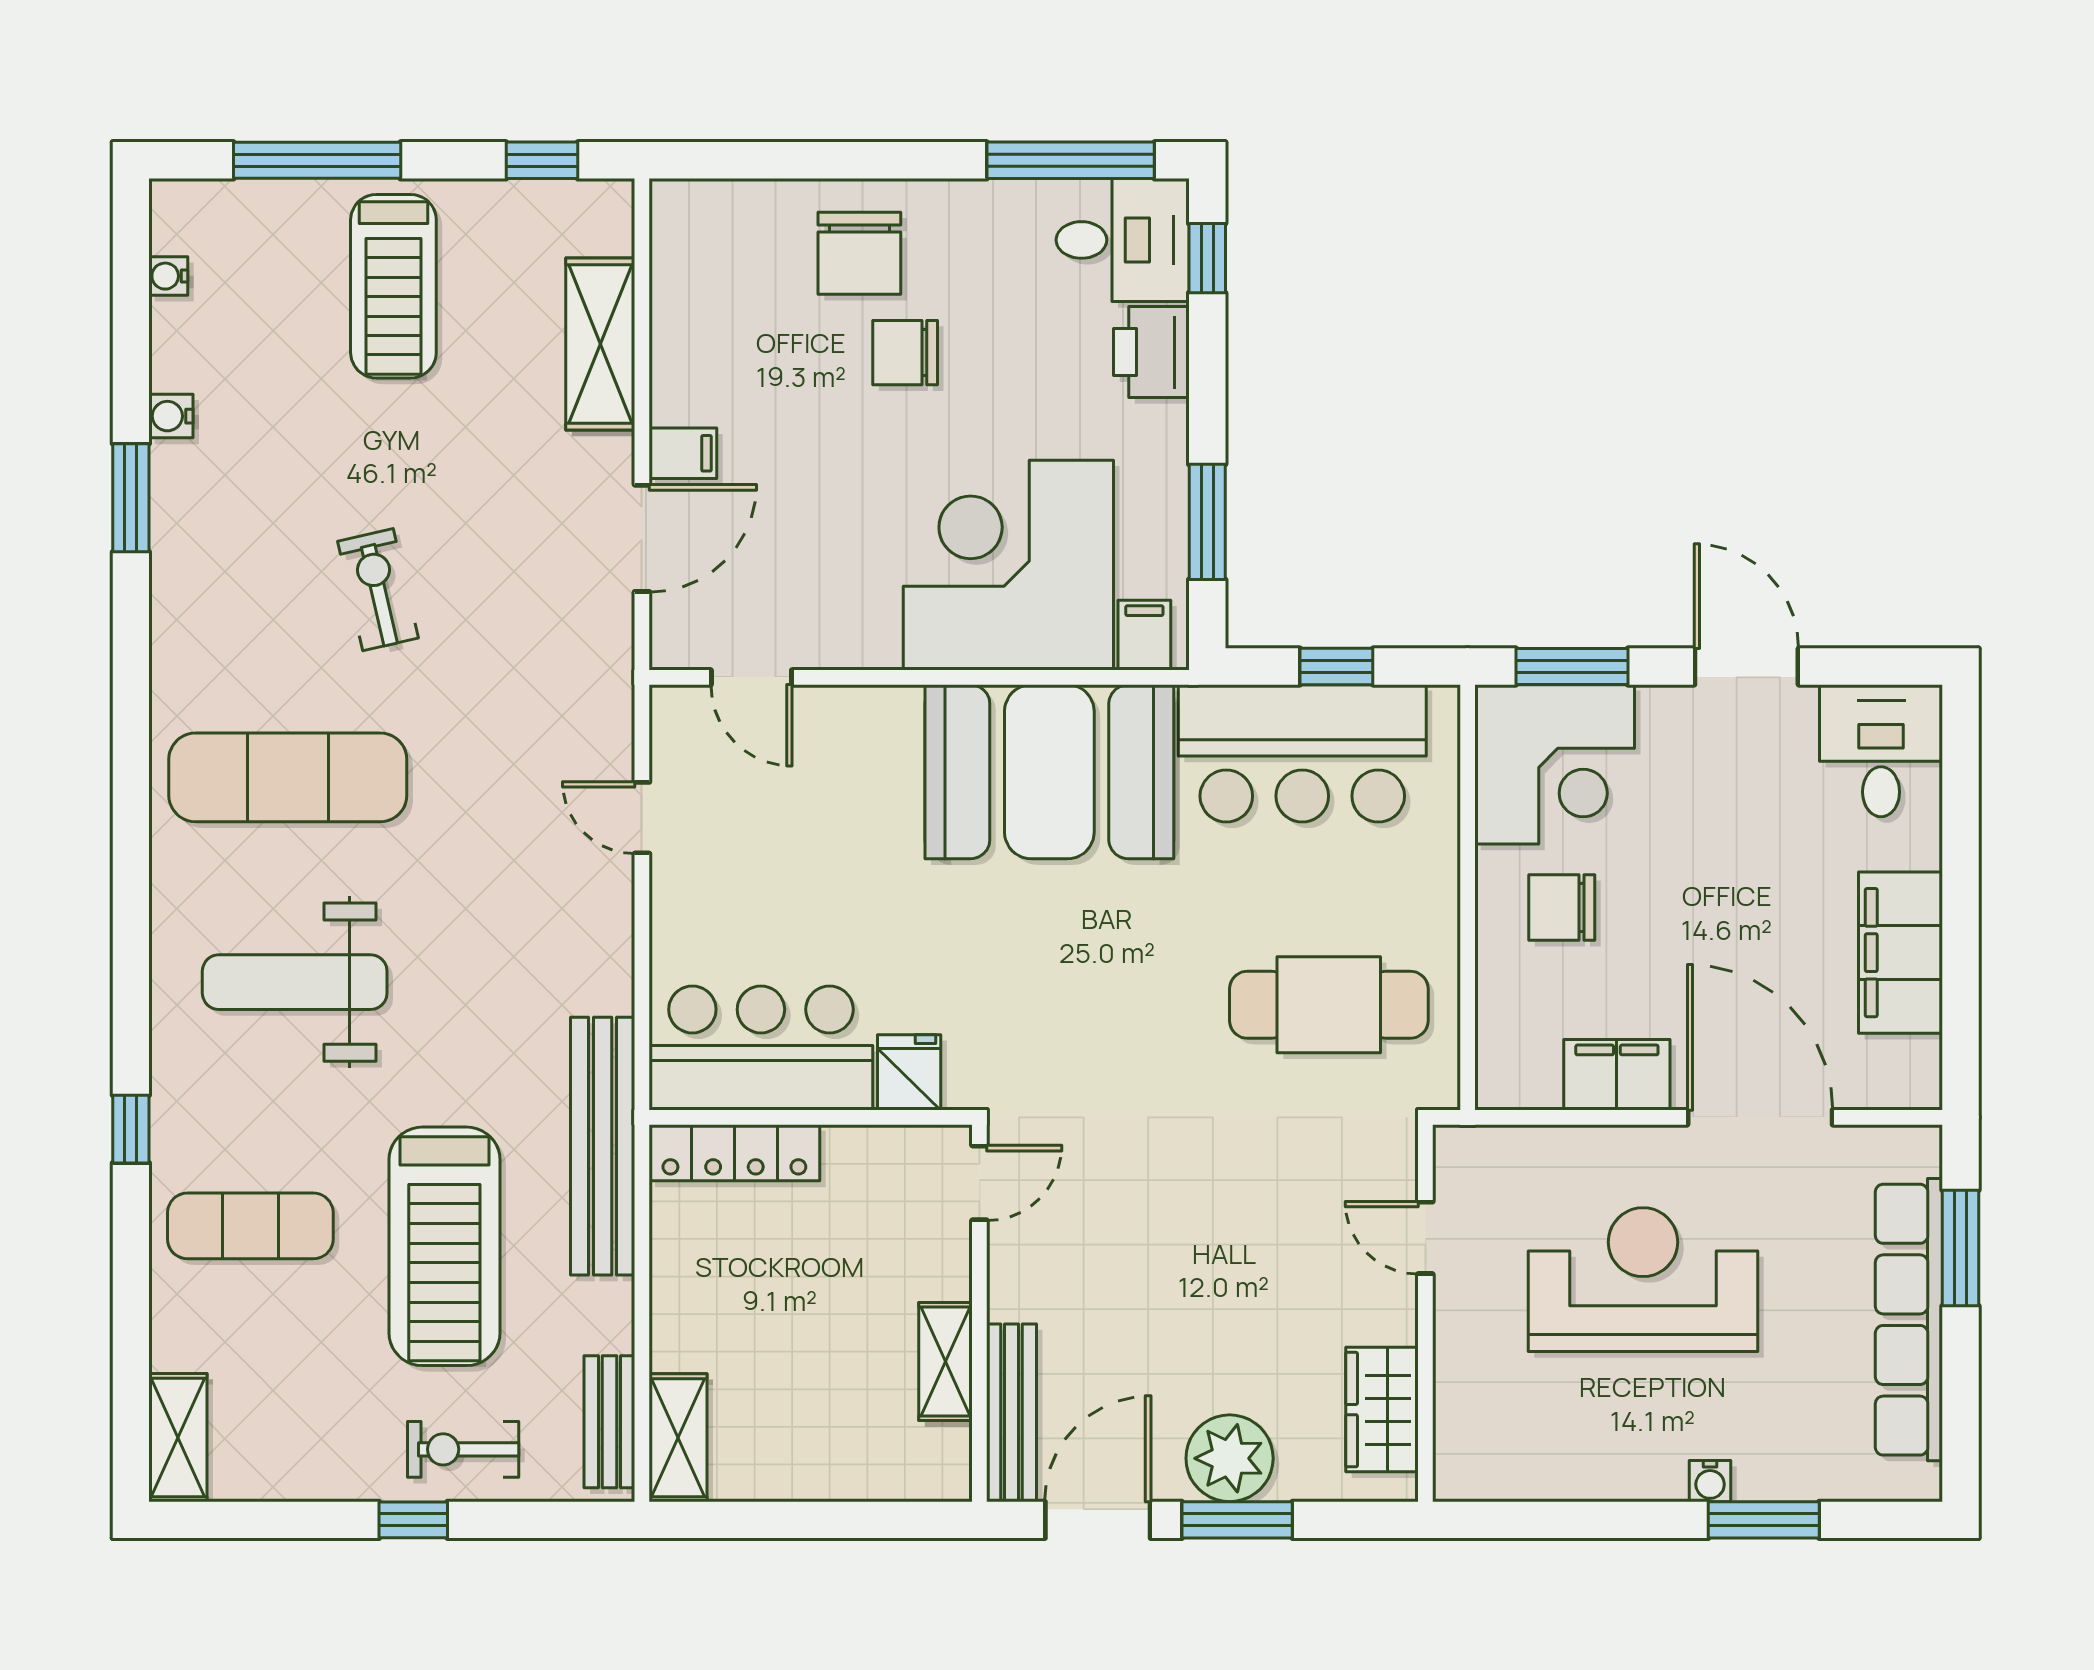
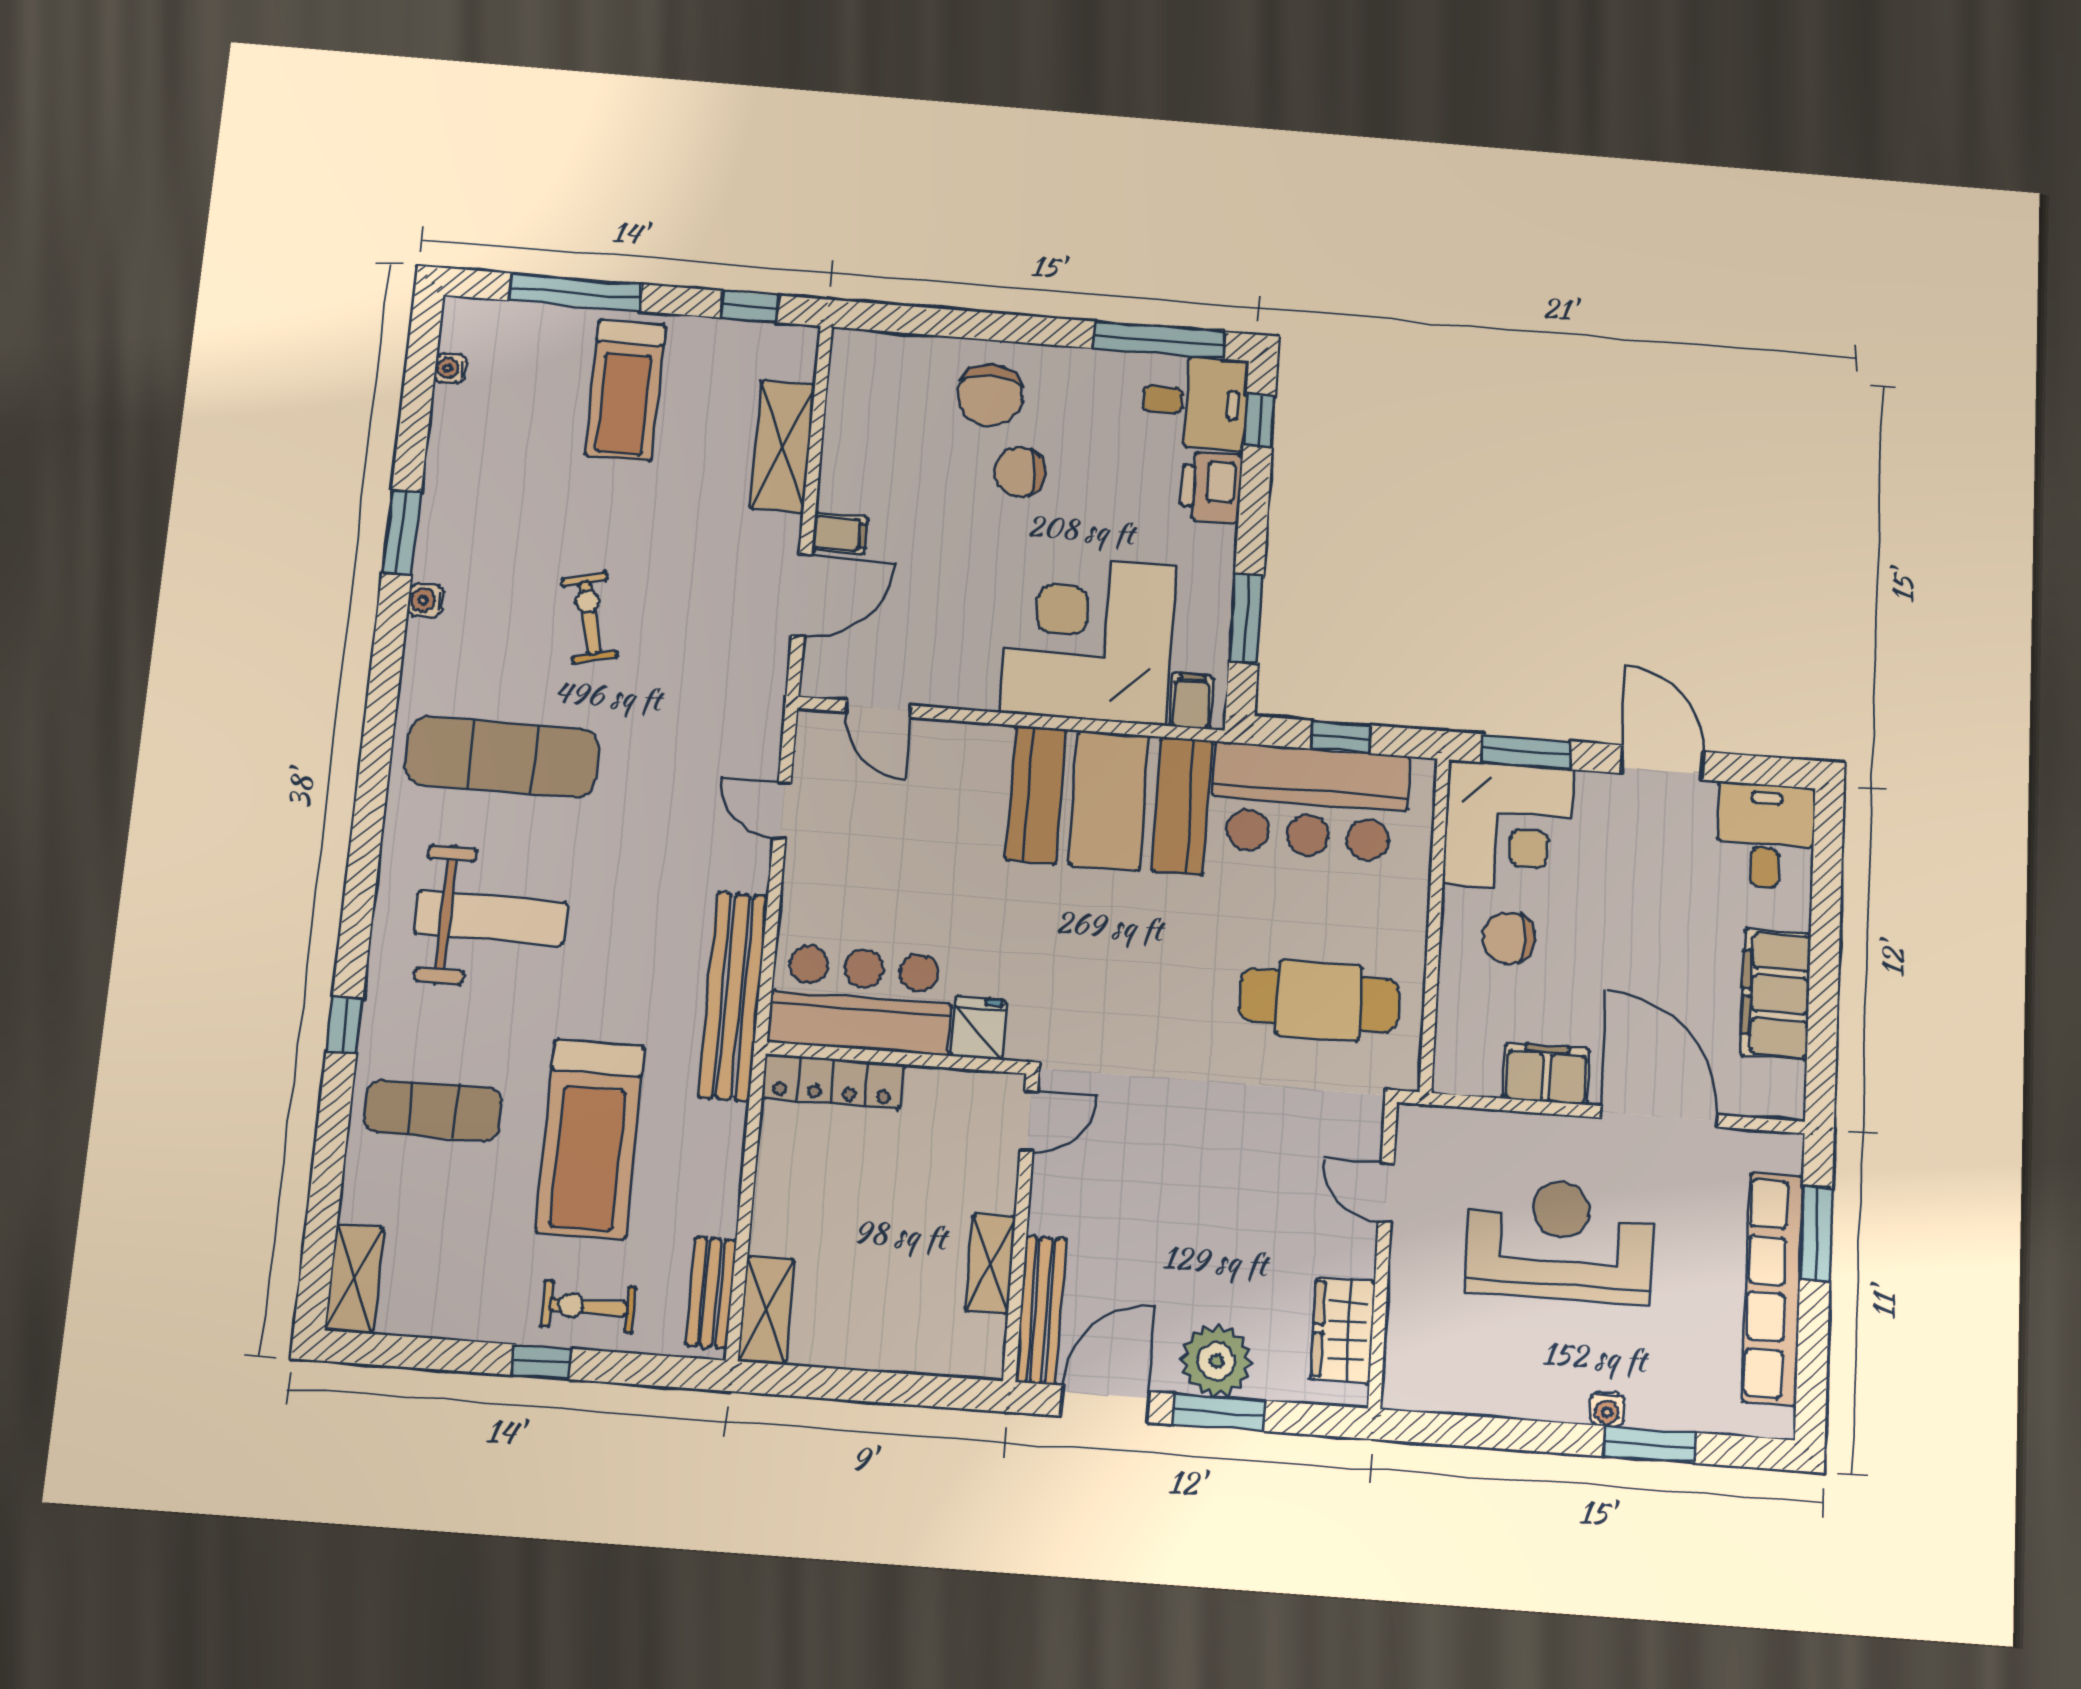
water cooler: (171, 416) -> (426, 600), moved
weight bench: (295, 982) -> (490, 918), turned 180
bench: (603, 1146) -> (733, 996), moved

